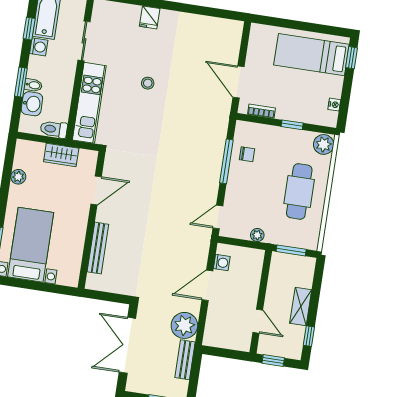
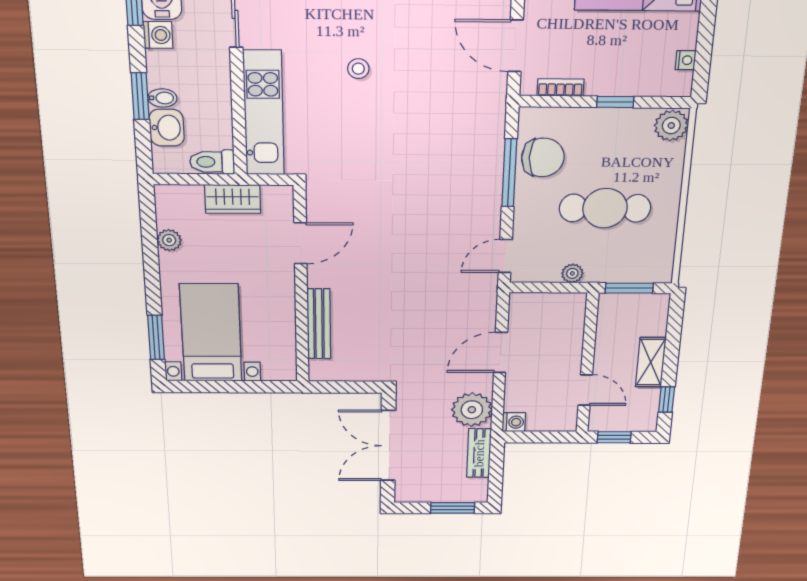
chair: (247, 154) -> (543, 157), width x1.87, depth x1.87
cafe table: (299, 191) -> (605, 208), moved, turned 90
washing machine: (222, 263) -> (514, 422), moved

